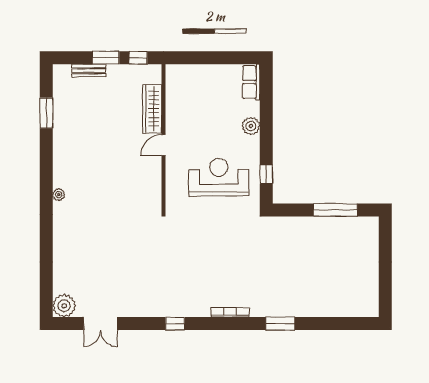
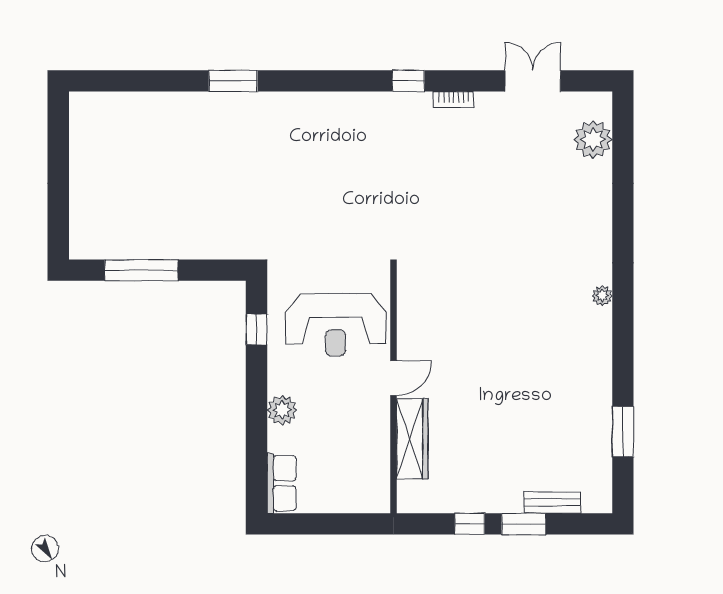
wardrobe: (152, 109) -> (412, 439), moved
wall: (163, 138) -> (393, 390), moved
door: (163, 145) -> (393, 378), moved
plant: (64, 306) -> (593, 140), moved
bookcase: (230, 312) -> (454, 99), moved, width x0.64

